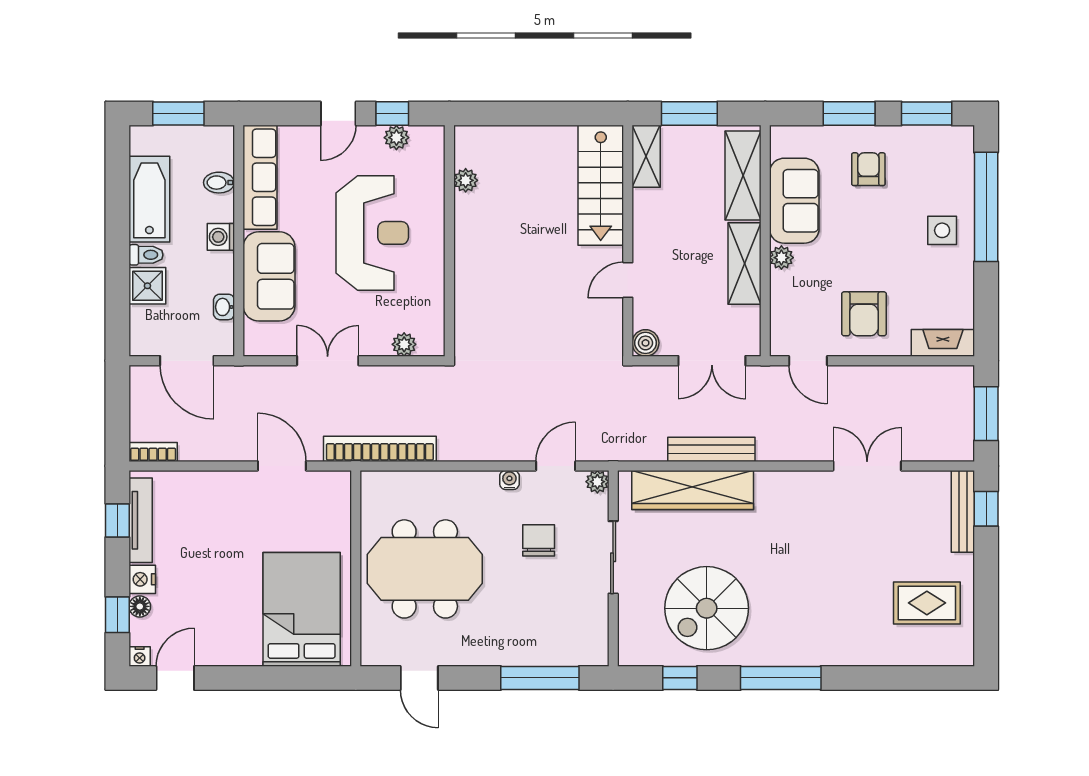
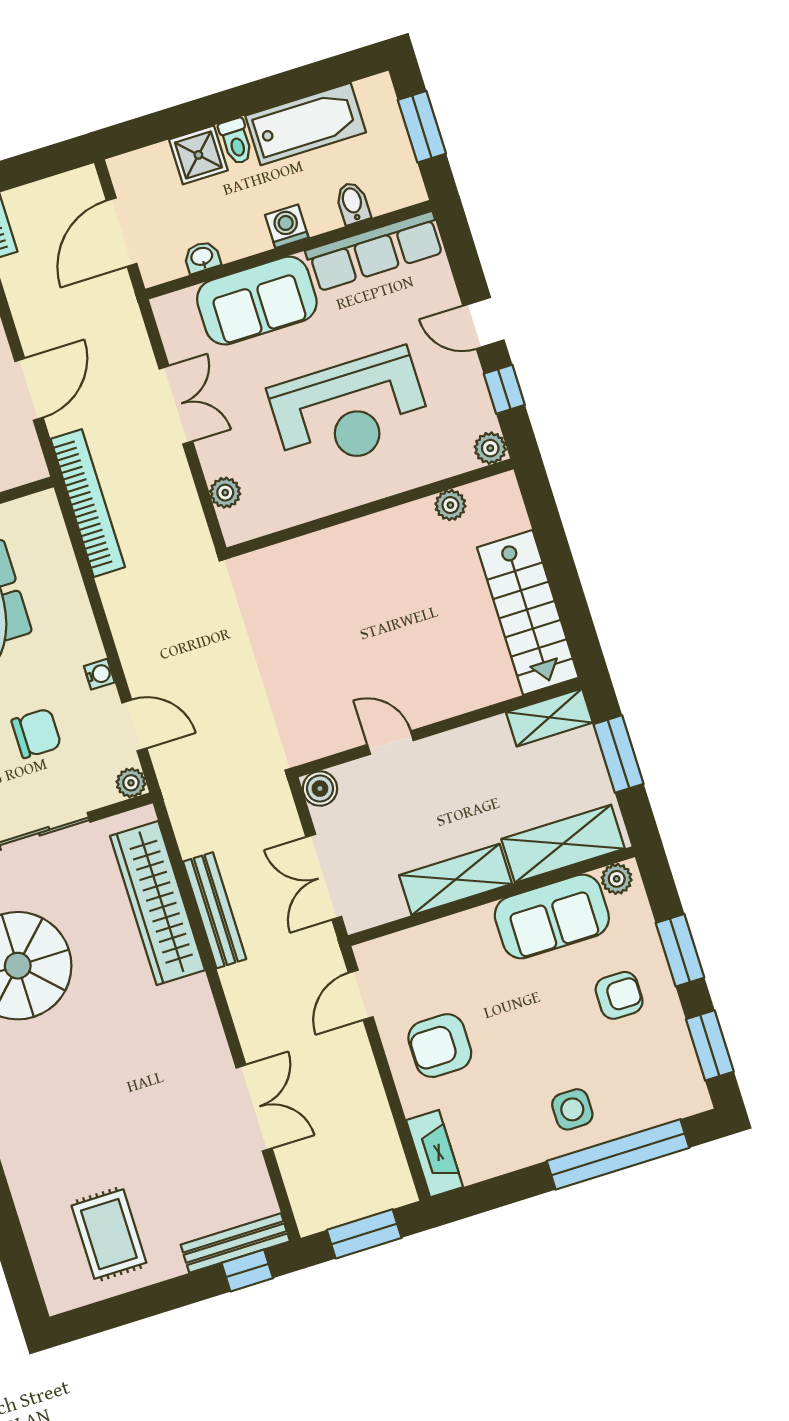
plant: (396, 138) -> (490, 448), moved
stairs: (601, 185) -> (528, 612), moved, turned -90
plant: (781, 258) -> (617, 879), moved

